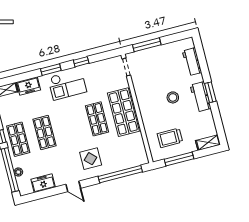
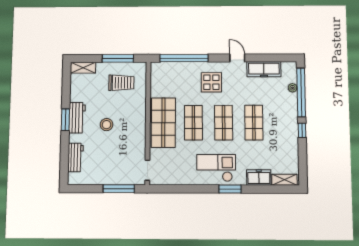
window: (81, 62) -> (195, 189), removed
shop shelf: (18, 139) -> (224, 123), moved
freezer: (43, 183) -> (264, 69), width x1.40

